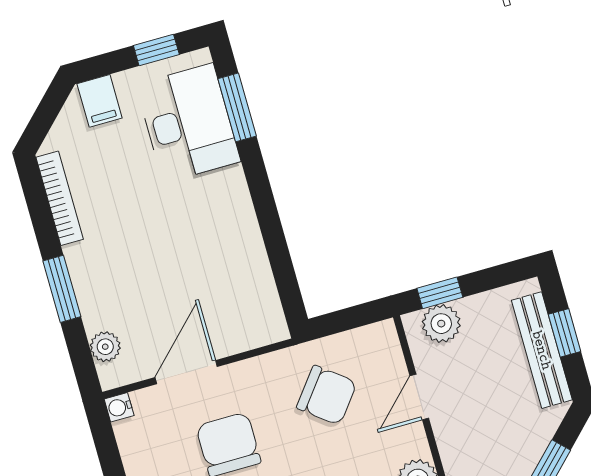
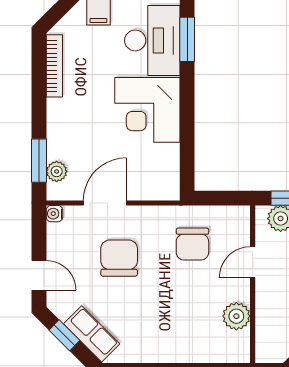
corner desk: (209, 223) -> (147, 110), added
window: (62, 289) -> (39, 161), moved
chair: (327, 395) -> (192, 244), turned 52

